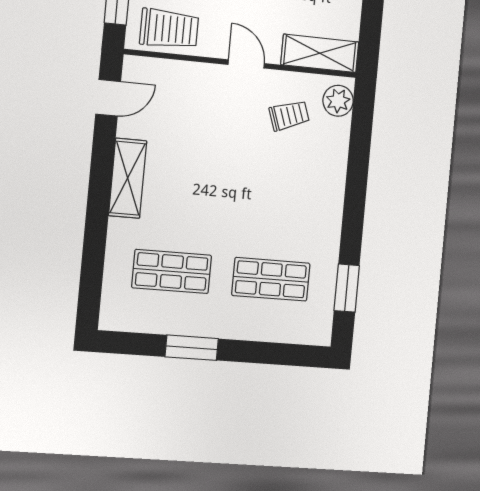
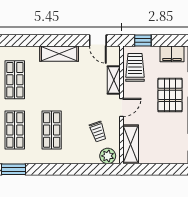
trolley: (169, 29) -> (135, 67), turned 180
shelving: (191, 74) -> (114, 80), added
shop shelf: (278, 206) -> (52, 130), added

